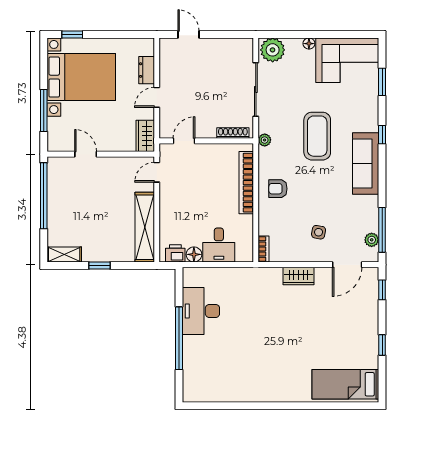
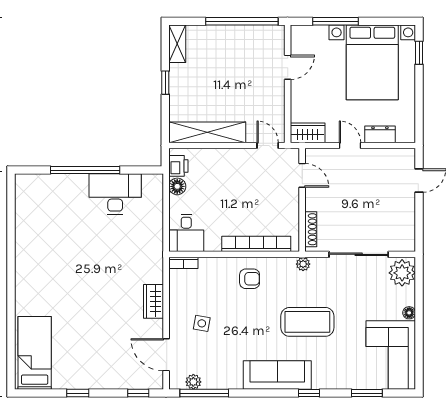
armchair: (278, 189) -> (250, 279), turned 90
desk: (219, 245) -> (186, 233), moved, turned -90

